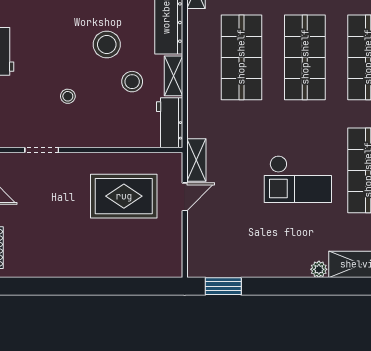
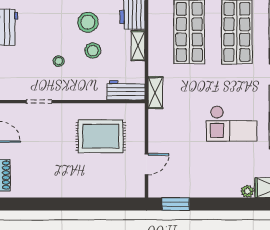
stool: (132, 82) -> (93, 50), moved
workbench: (170, 123) -> (126, 90), moved, turned 90
shelving: (196, 160) -> (155, 93), moved
door: (185, 197) -> (146, 164), moved

